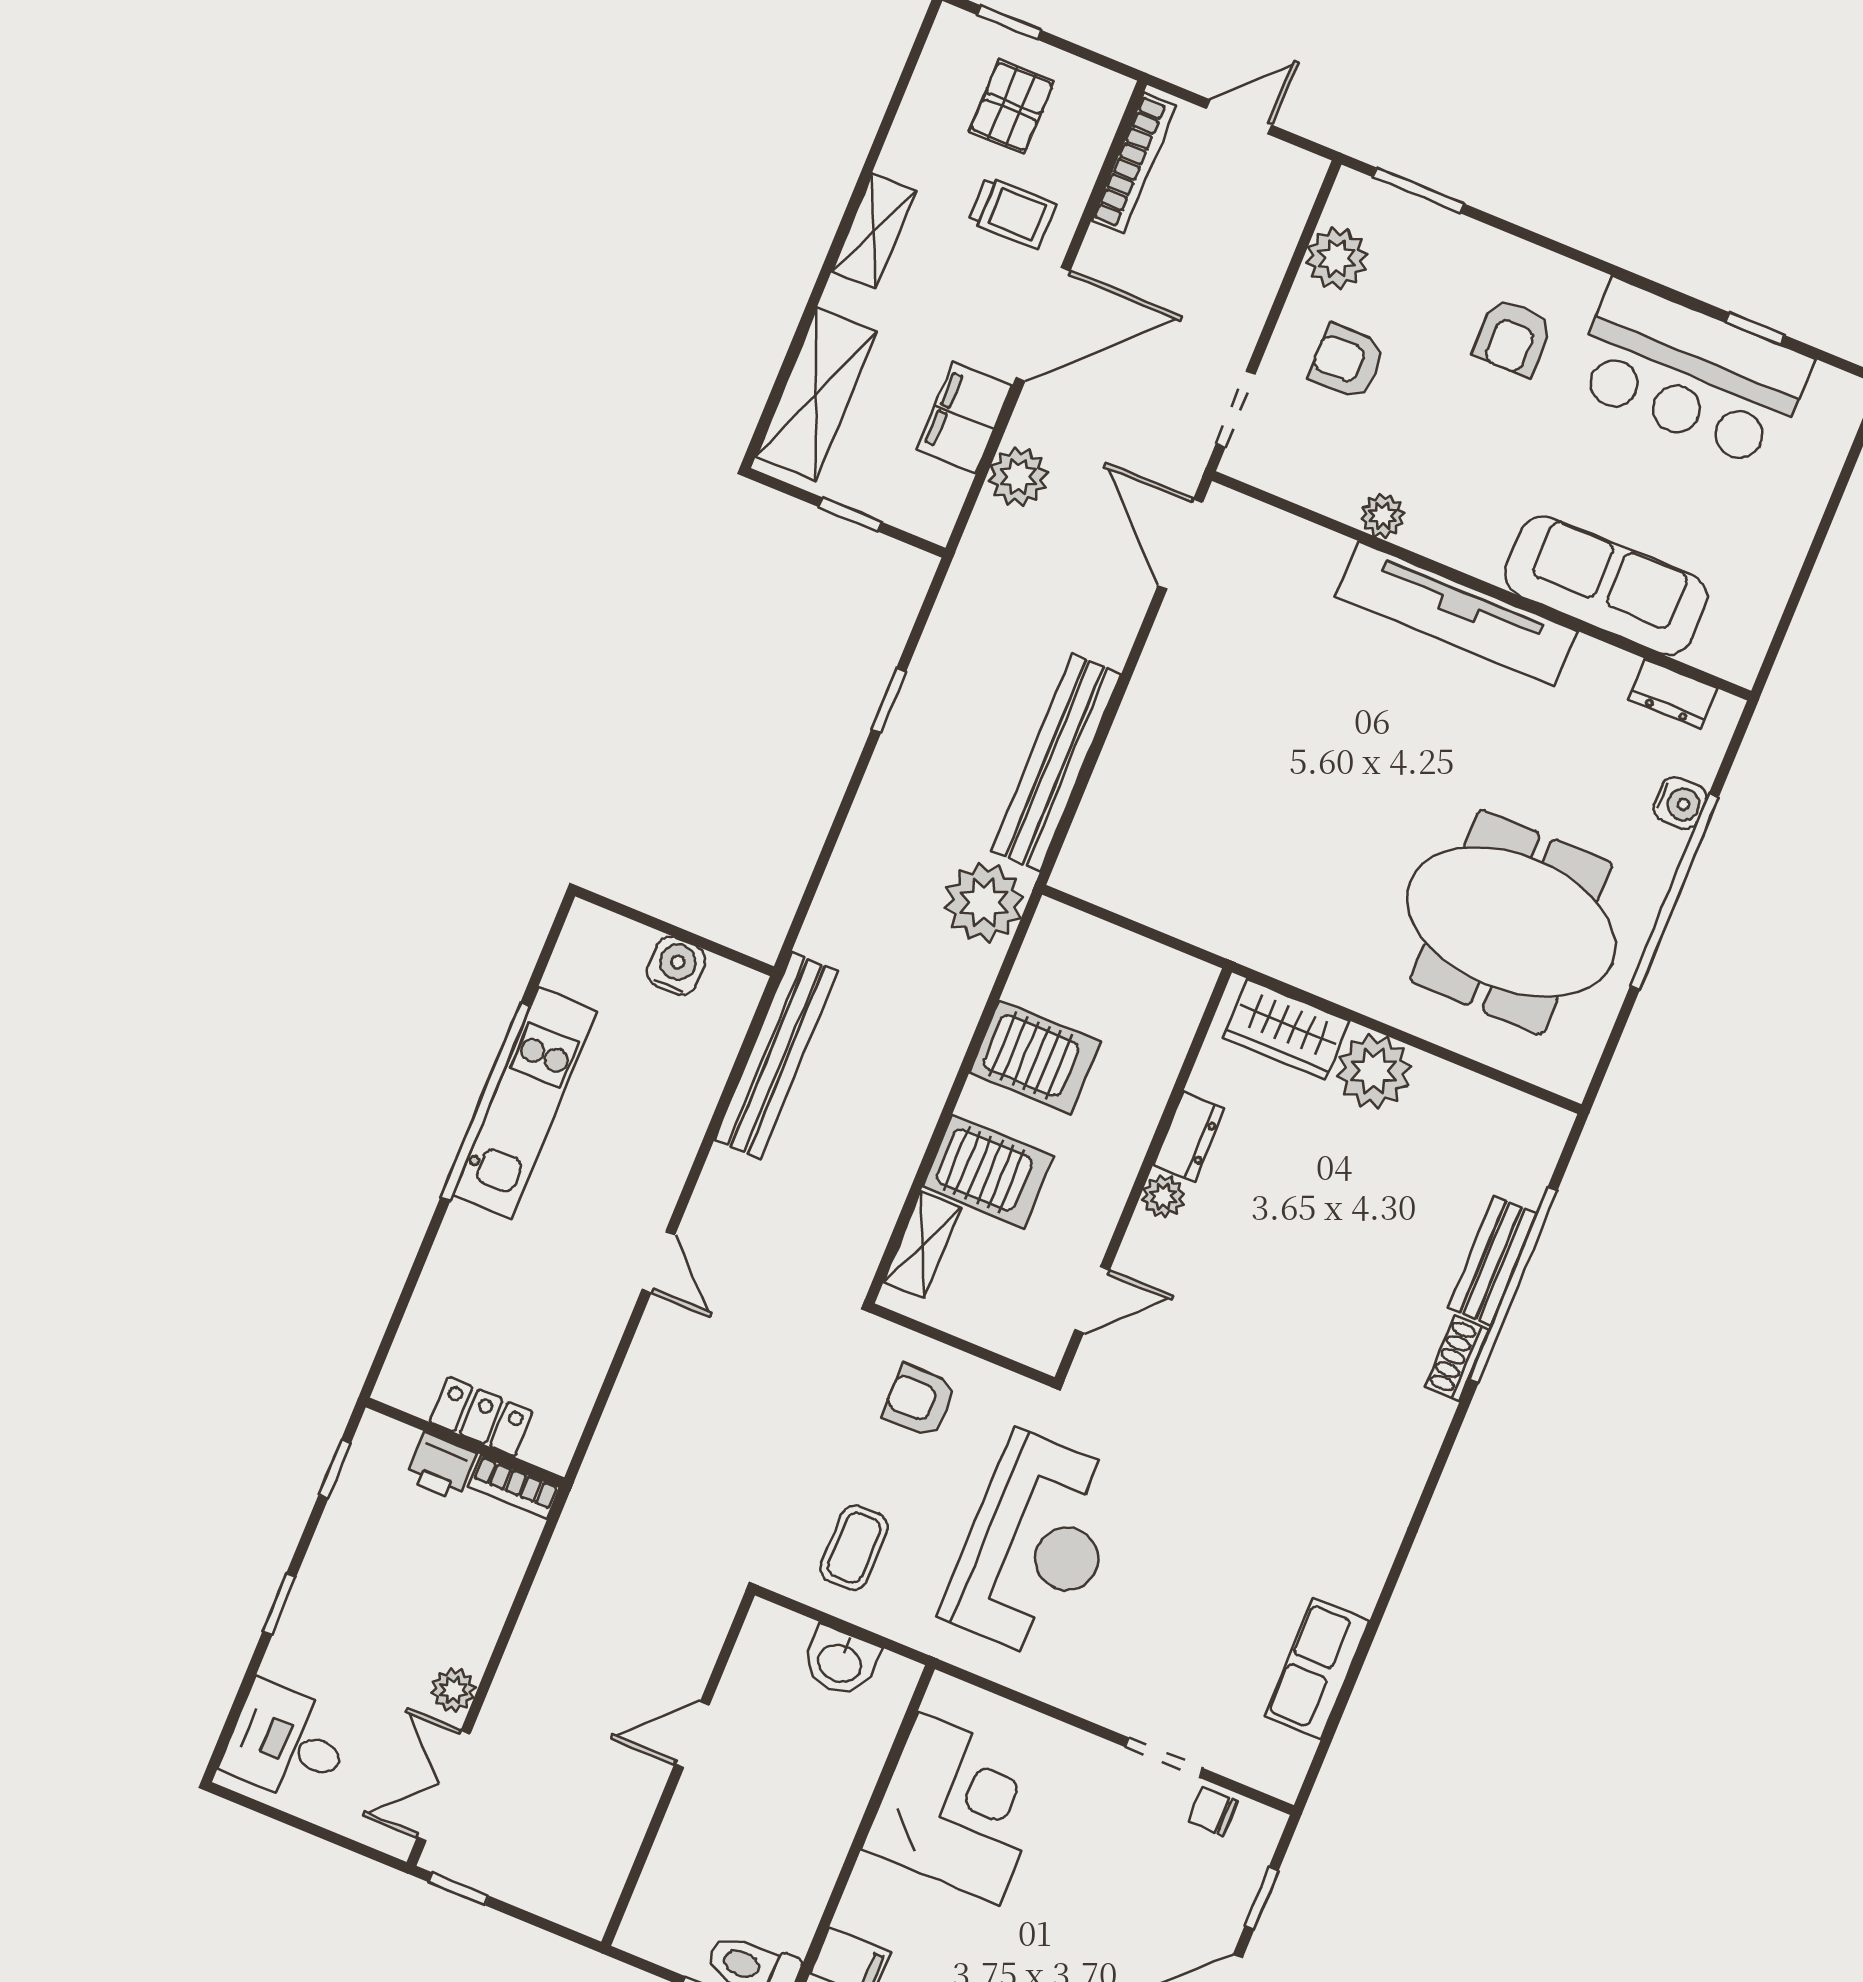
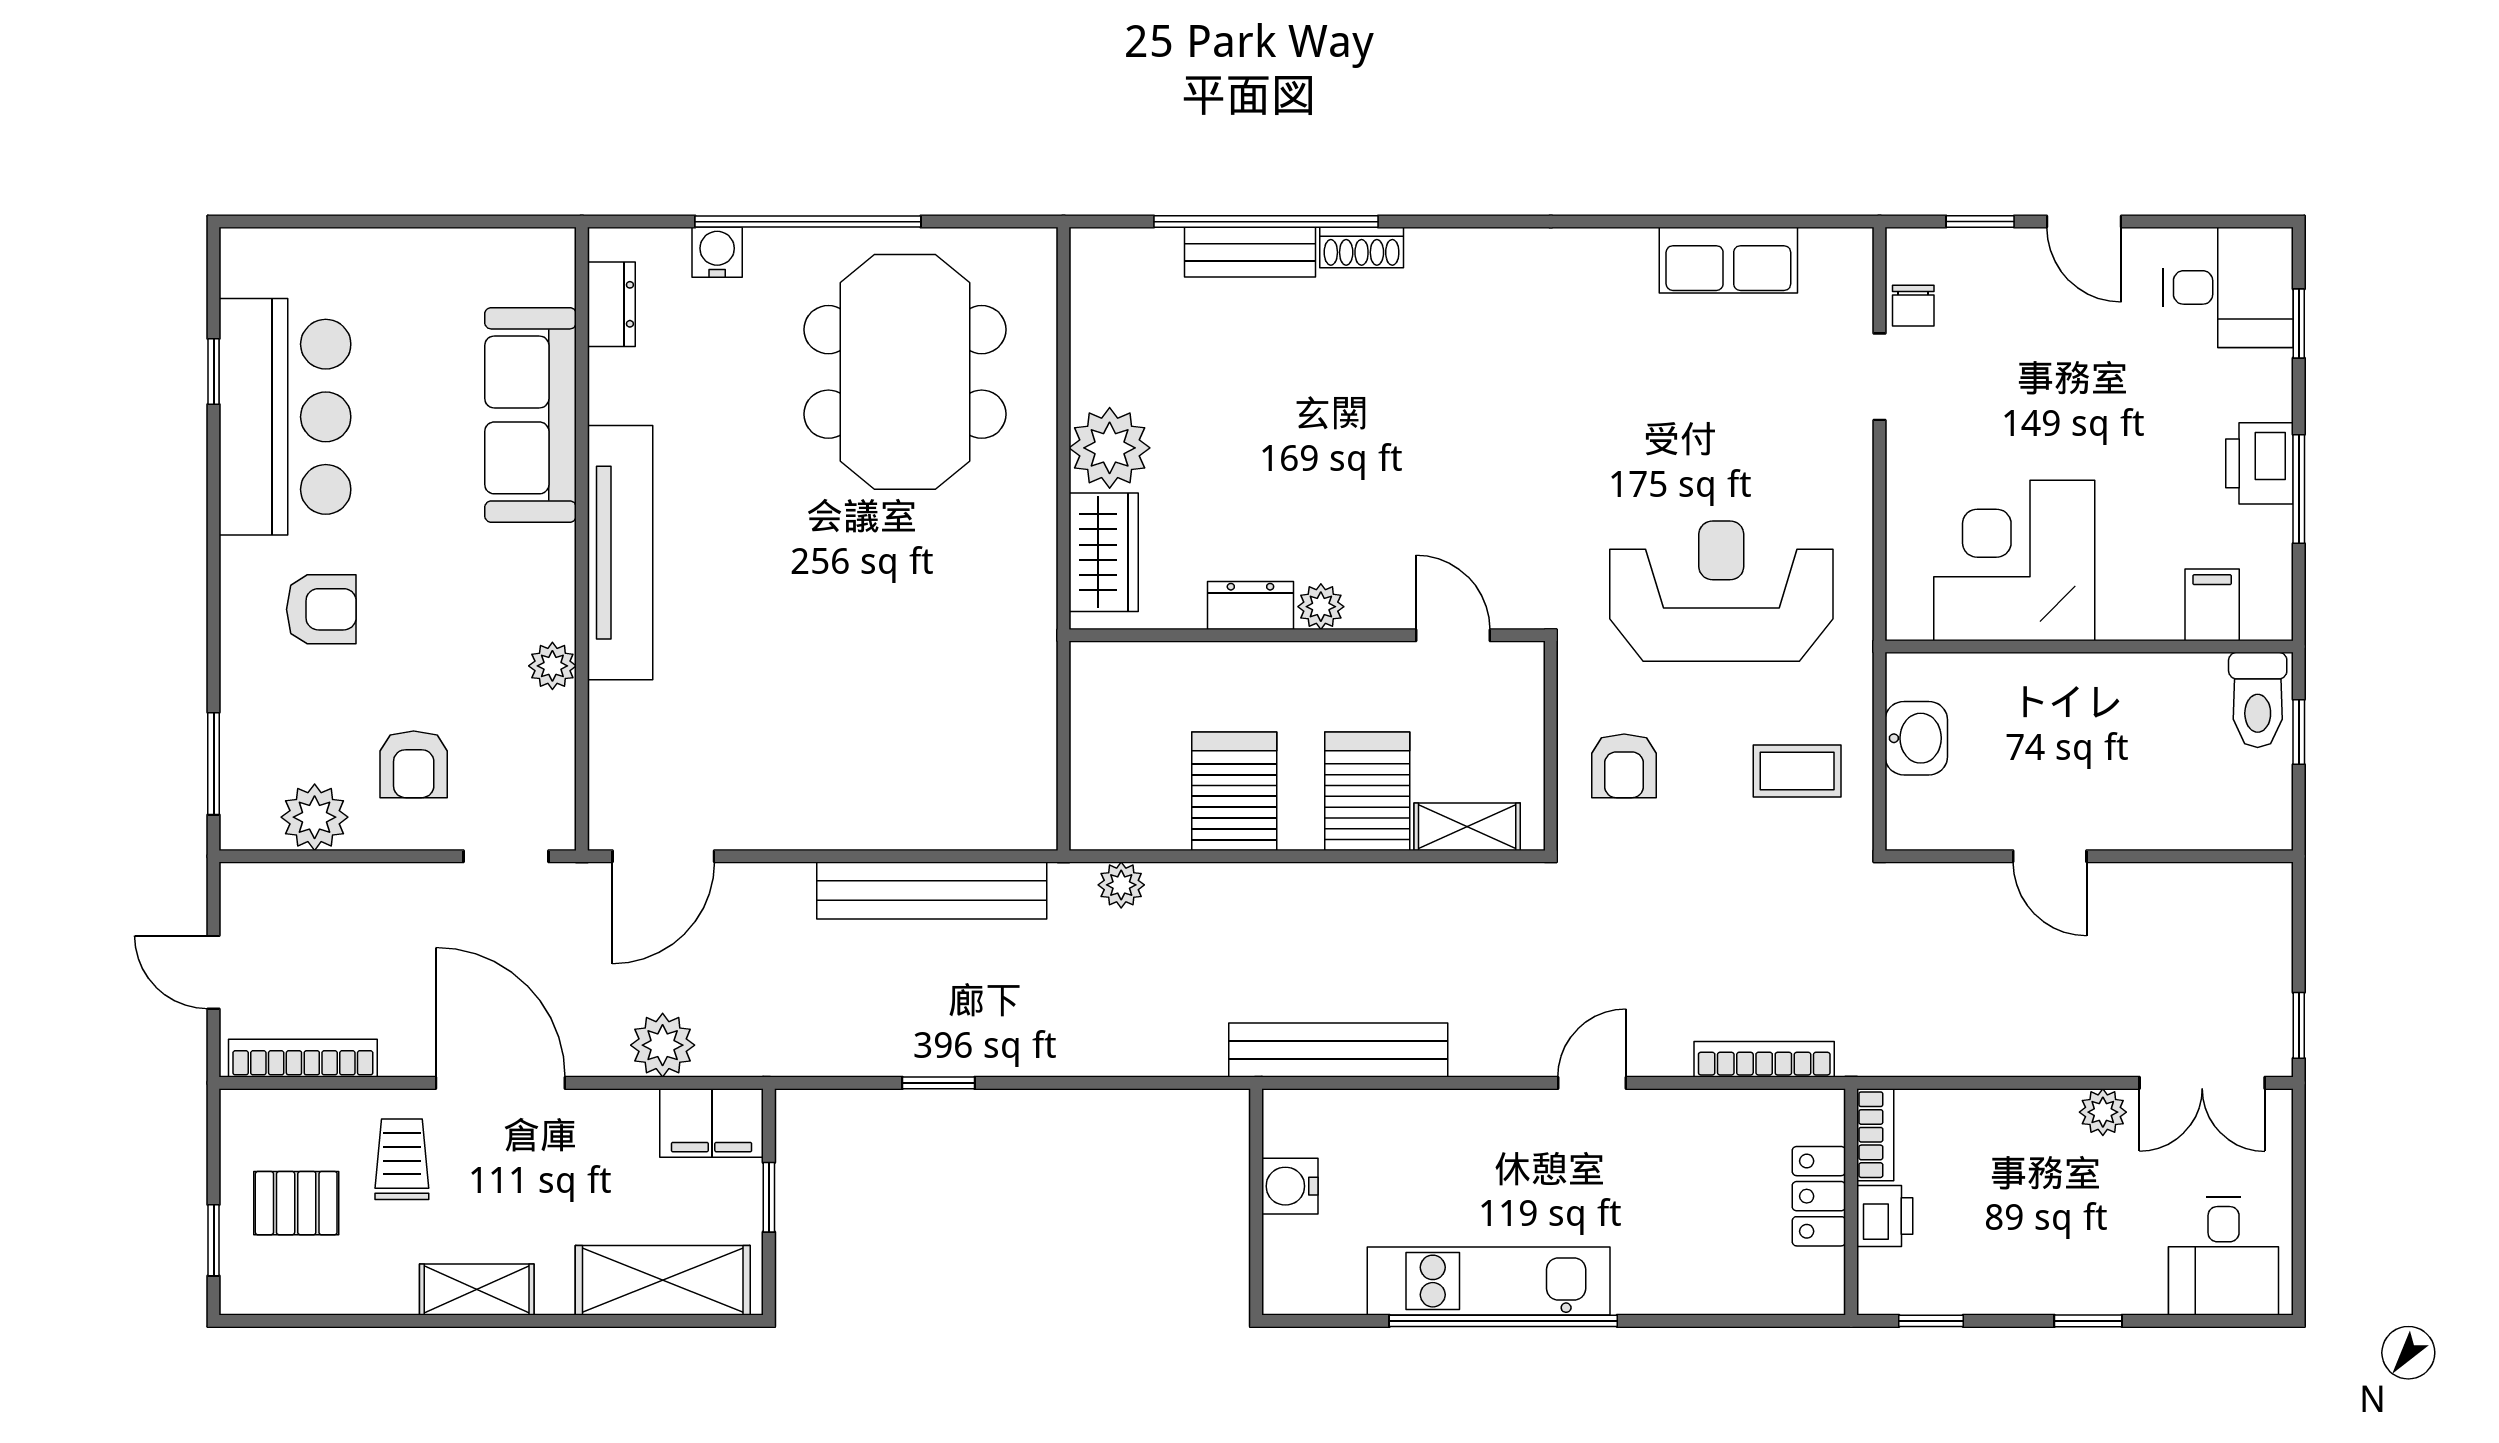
filing cabinet: (964, 418) -> (712, 1123), moved
plant: (984, 903) -> (1121, 885), width x0.53, depth x0.53
bookcase: (618, 1418) -> (1764, 1059), added

